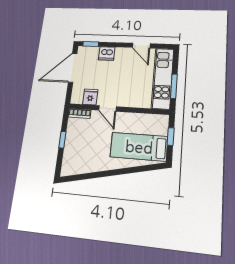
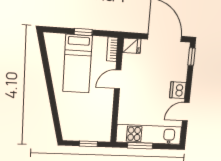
dishwasher: (107, 53) -> (178, 90), moved
fridge: (90, 97) -> (132, 46), moved
bed: (139, 147) -> (78, 64), moved, turned 180

